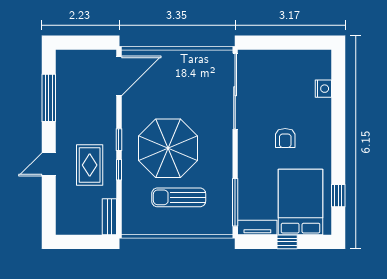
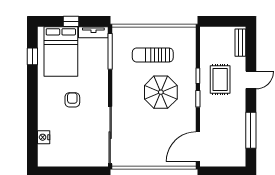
parasol: (168, 148) -> (161, 92), width x0.73, depth x0.73
sun lounger: (179, 197) -> (153, 55), turned 180
bench: (109, 217) -> (240, 43), moved

